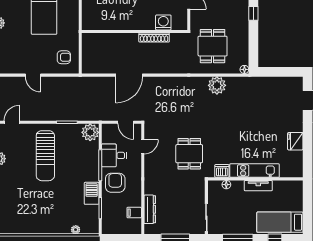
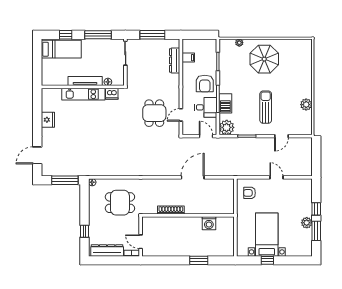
washing machine: (163, 22) -> (209, 223), moved
dining table: (213, 46) -> (120, 203), turned 90
window: (276, 72) -> (65, 180), added
plant: (217, 85) -> (116, 168), removed
door: (12, 122) -> (281, 136), moved
door: (126, 122) -> (206, 136), moved
dining table: (189, 154) -> (154, 113), moved
sun lounger: (45, 156) -> (266, 107), width x0.73, depth x0.75
tv unit: (258, 186) -> (85, 81), width x1.41
barbecue: (92, 193) -> (225, 103), moved
parasol: (47, 211) -> (264, 59), added

